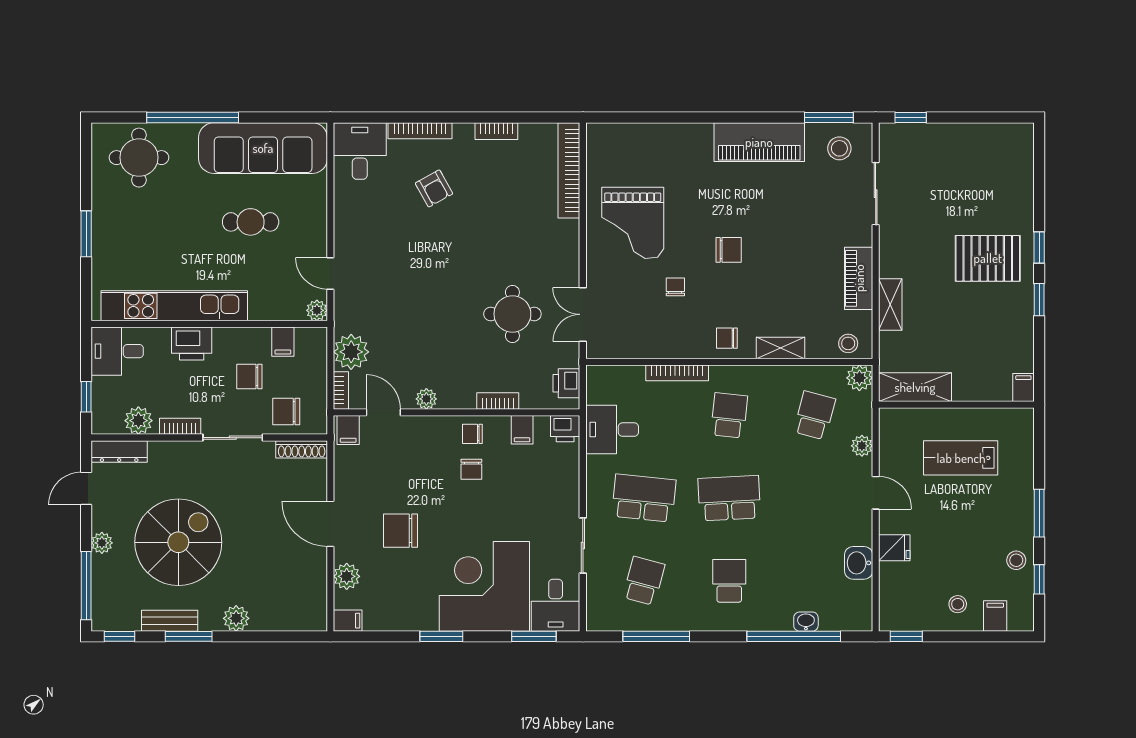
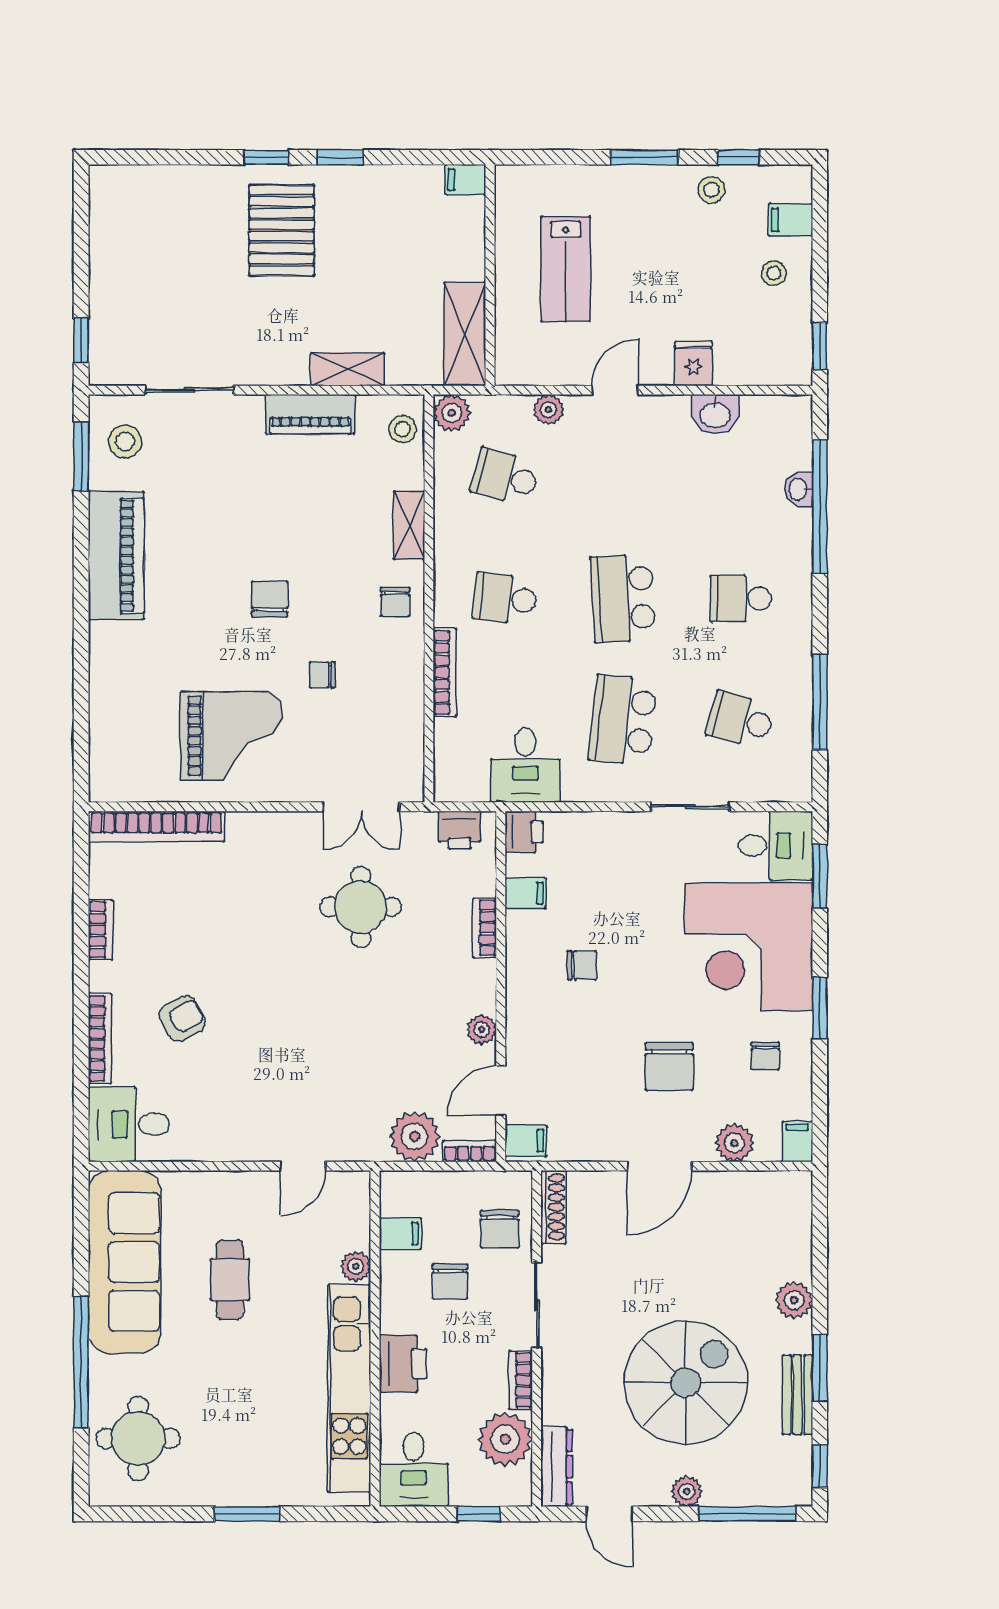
plant: (317, 310) -> (356, 1266), moved
plant: (138, 421) -> (505, 1439), width x1.36, depth x1.36
chair: (472, 434) -> (765, 1056), moved
spiral stairs: (178, 542) -> (686, 1383), turned 90

